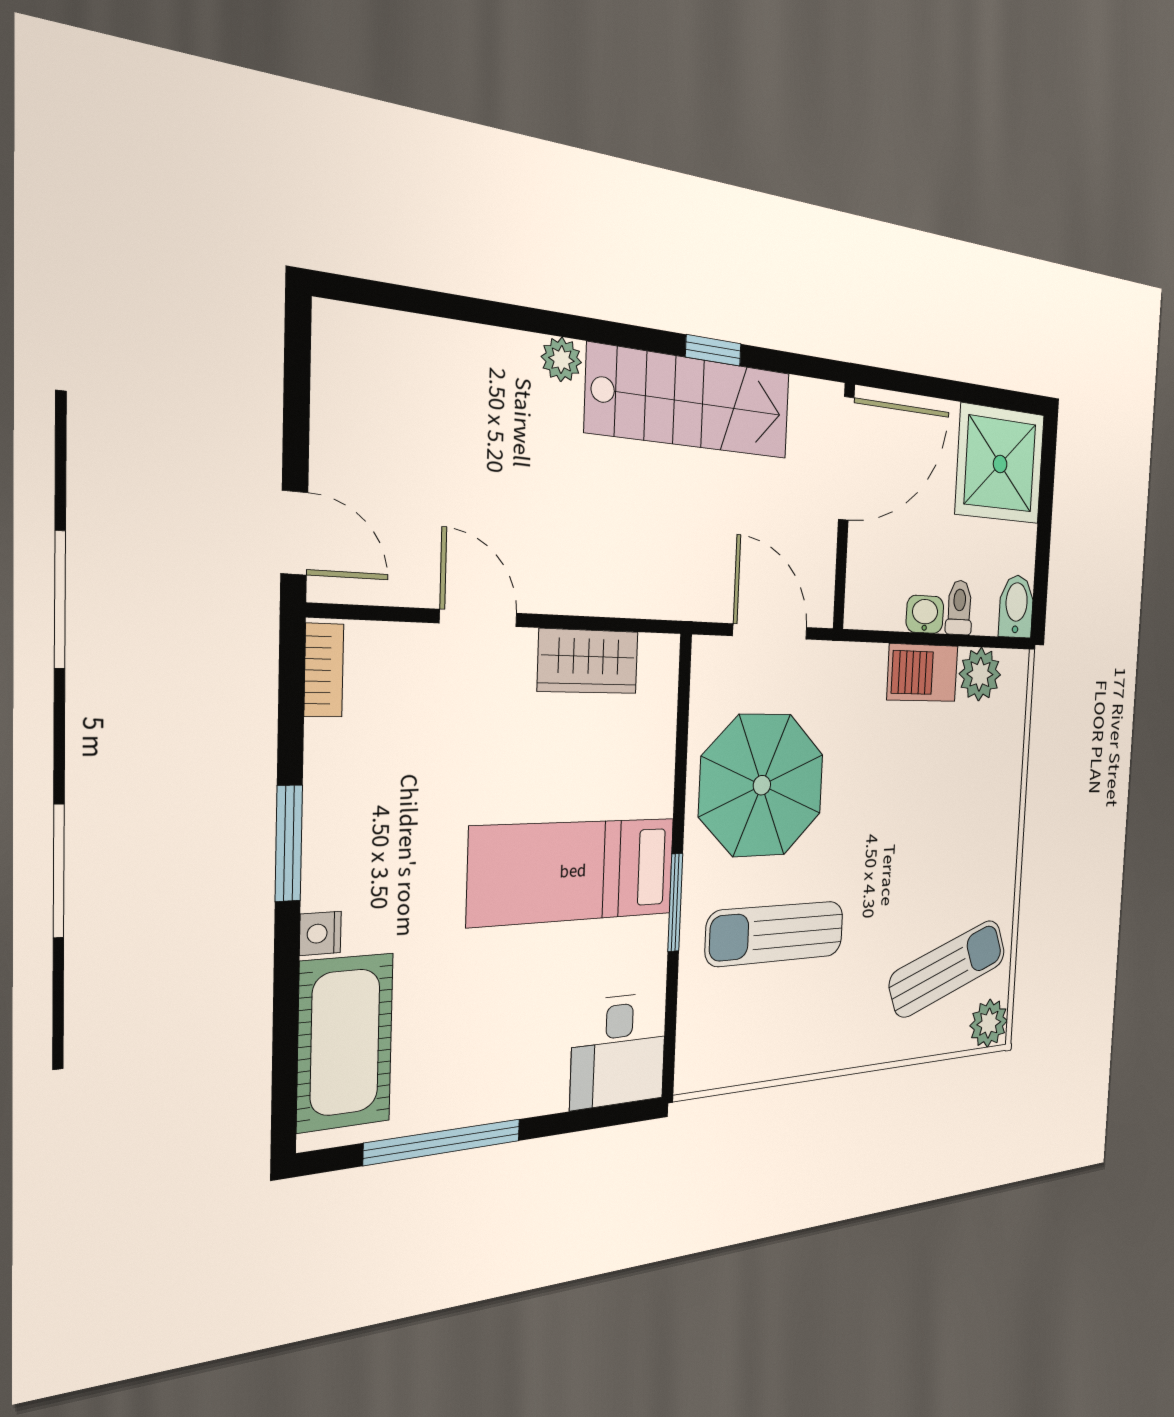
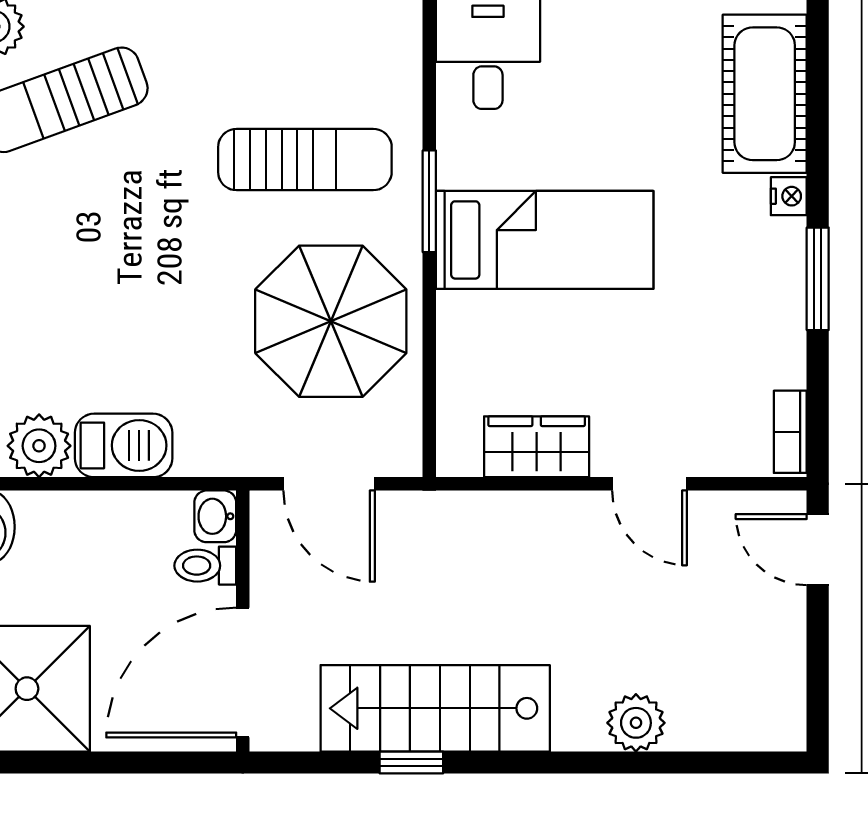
plant: (561, 359) -> (636, 723), moved, width x1.38, depth x1.38
toilet: (959, 608) -> (205, 566), moved, turned 90
washbasin: (925, 614) -> (215, 516), moved, turned 90

